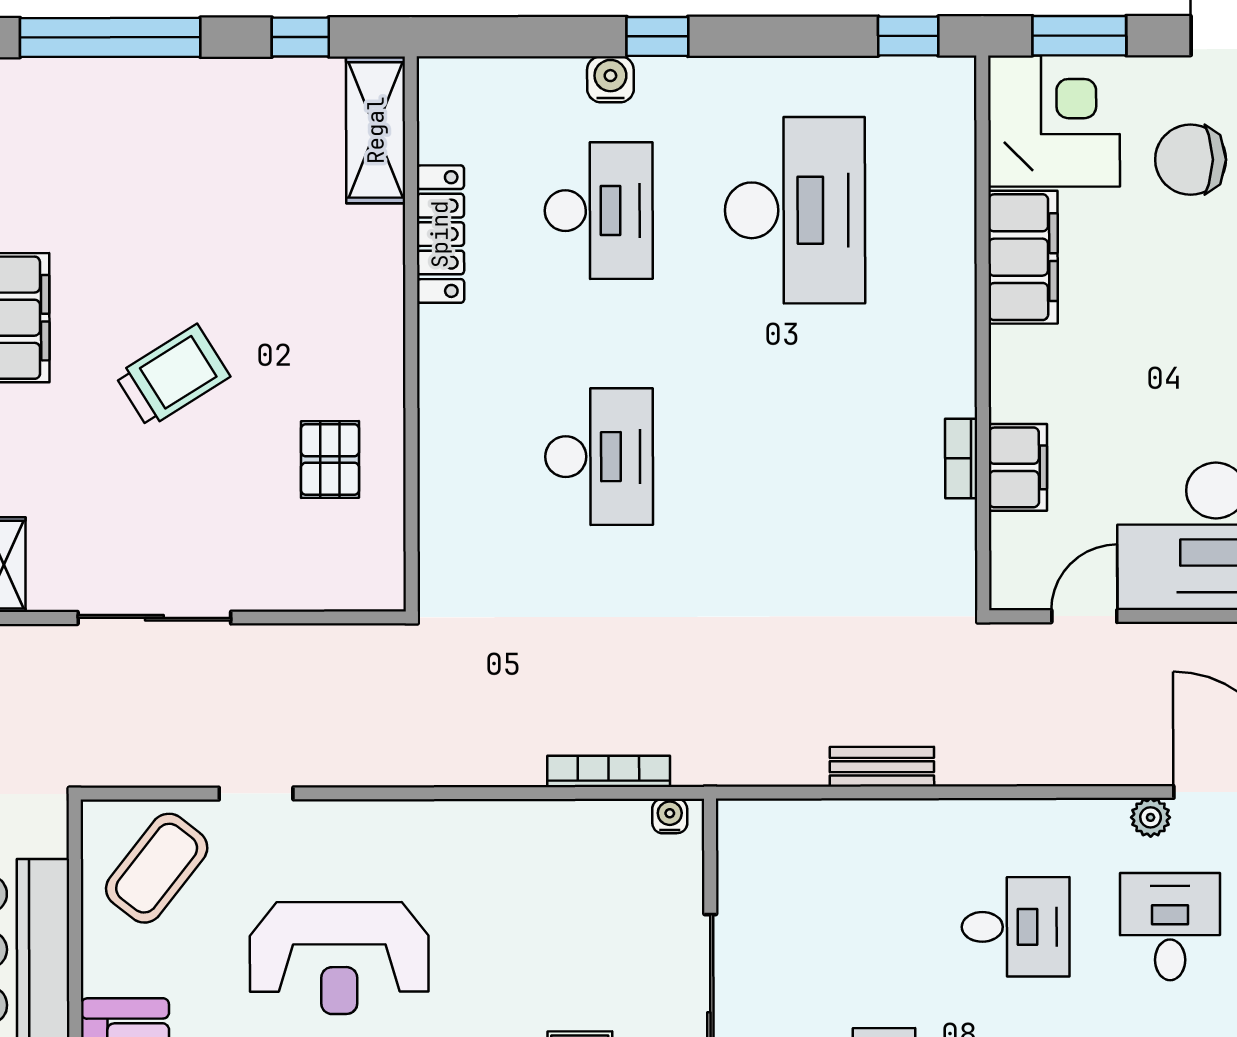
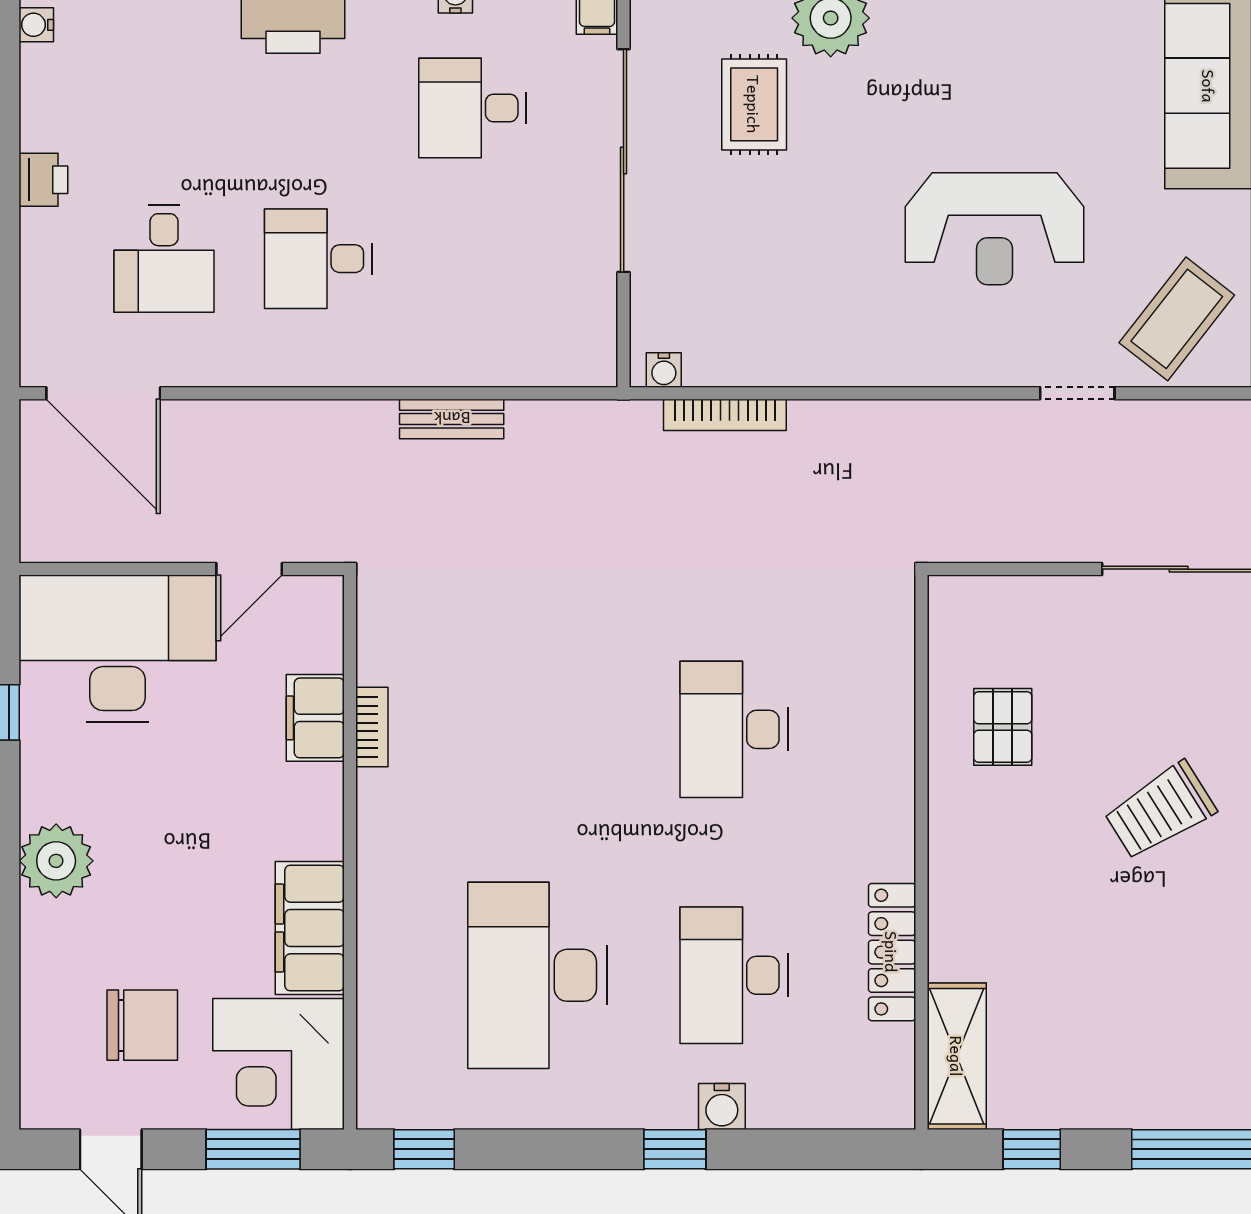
plant: (1151, 817) -> (183, 368), removed
reception desk: (339, 958) -> (994, 229), turned 180

